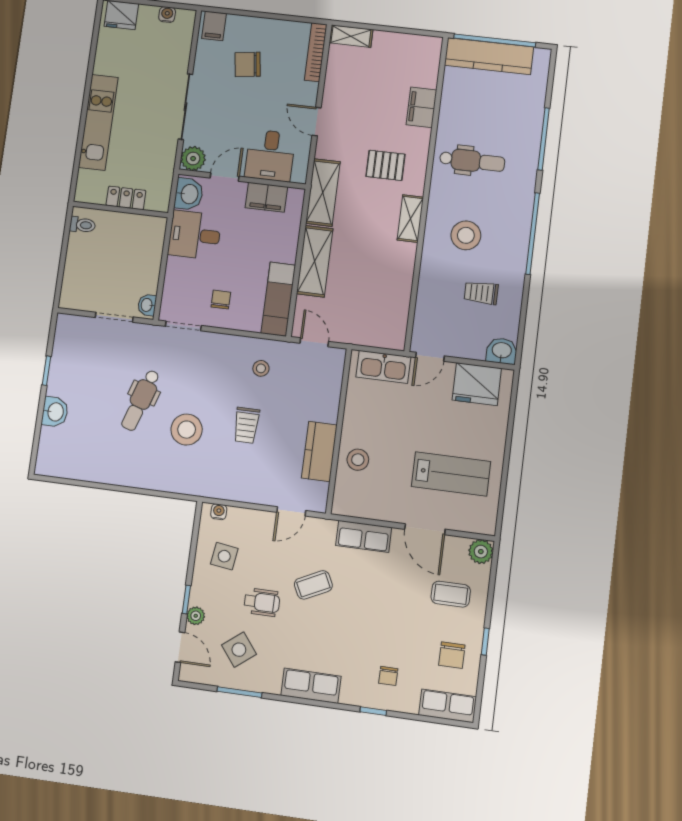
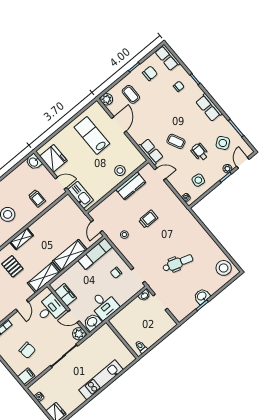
locker: (126, 198) -> (116, 342), removed
trolley: (481, 293) -> (37, 198), moved
washbasin: (55, 412) -> (202, 296), moved
stool: (187, 430) -> (224, 268), moved
row of seats: (364, 536) -> (151, 152), moved

